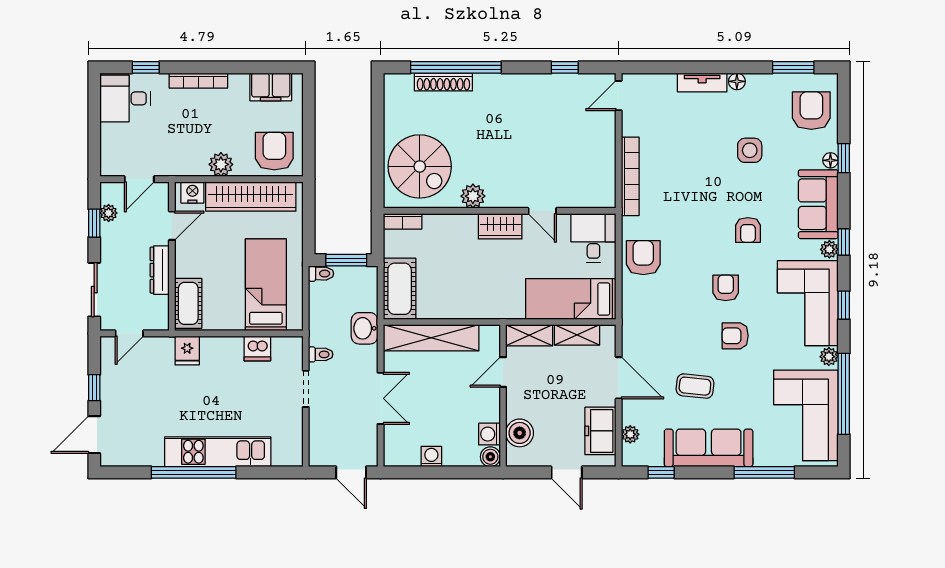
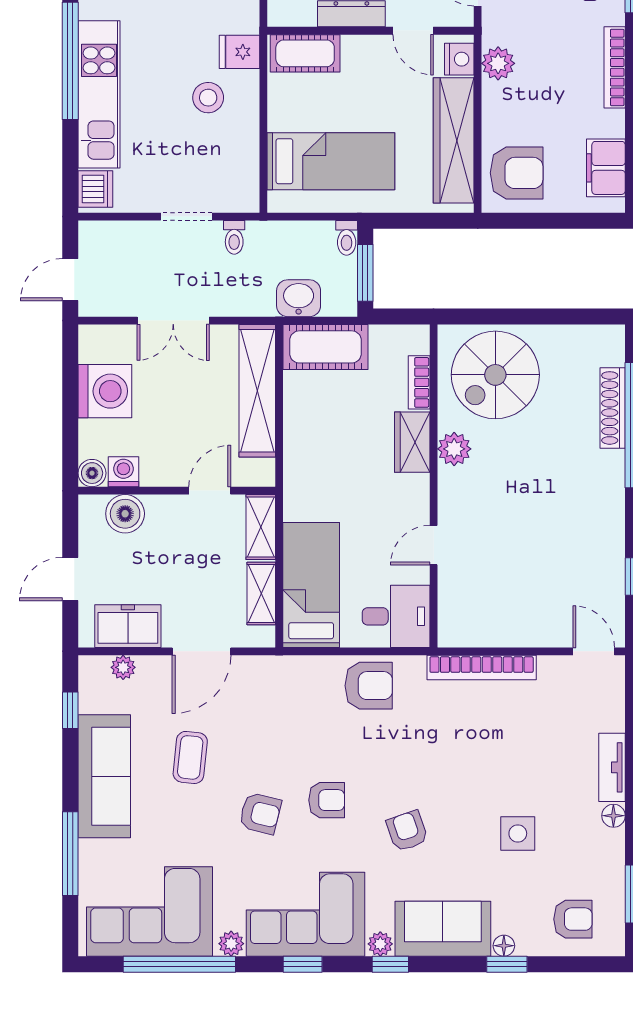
armchair: (811, 111) -> (573, 919), width x0.72, depth x0.72
plant: (221, 164) -> (498, 63), moved
bookcase: (403, 221) -> (419, 382), moved
wardrobe: (500, 226) -> (412, 442), moved
armchair: (748, 230) -> (407, 831), turned 71
washbasin: (365, 328) -> (299, 298), moved
armchair: (735, 336) -> (260, 813), turned 104
dishwasher: (257, 348) -> (95, 189), moved, turned 180
door: (503, 372) -> (210, 491), hinge flipped
stool: (220, 373) -> (208, 98), added
washing machine: (431, 456) -> (105, 391), width x1.89, depth x1.89

